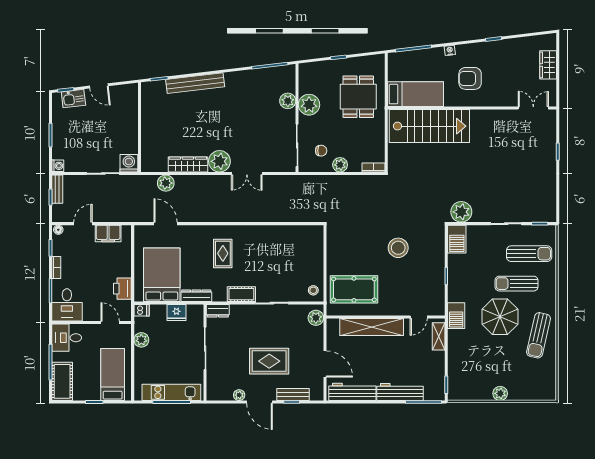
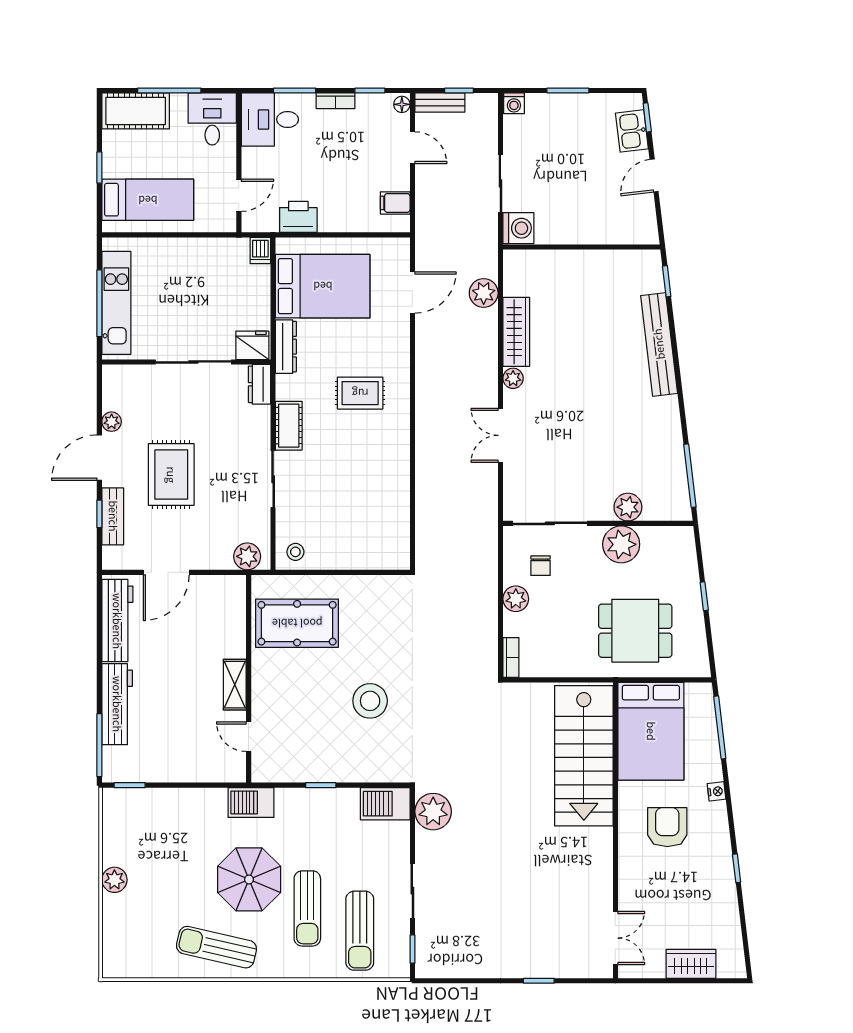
bed: (415, 94) -> (651, 731), width x1.50
plant: (219, 161) -> (513, 378), width x0.53, depth x0.53
bench: (57, 189) -> (440, 103), moved
filing cabinet: (108, 233) -> (395, 203), width x0.50
sun lounger: (516, 284) -> (307, 908), turned 180
pool table: (354, 289) -> (297, 623), turned 90
fridge: (176, 313) -> (252, 345), moved, turned 90
shelving: (372, 327) -> (235, 685), width x0.45, depth x0.75
shelving: (439, 336) -> (215, 772), removed
plant: (141, 340) -> (208, 250), removed

